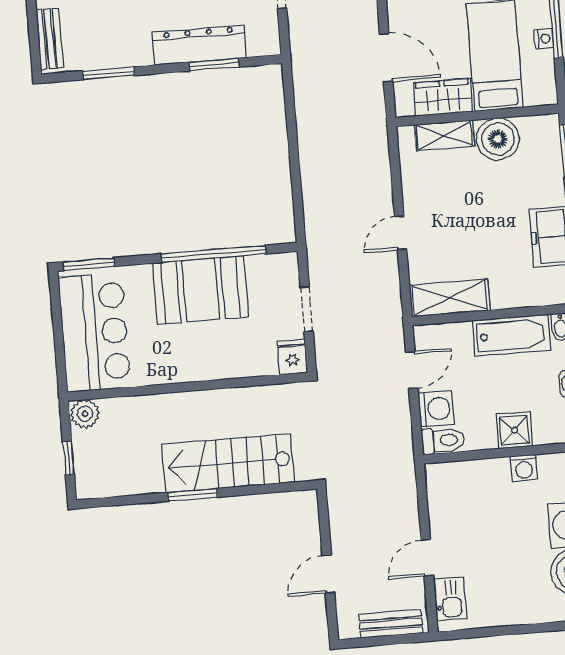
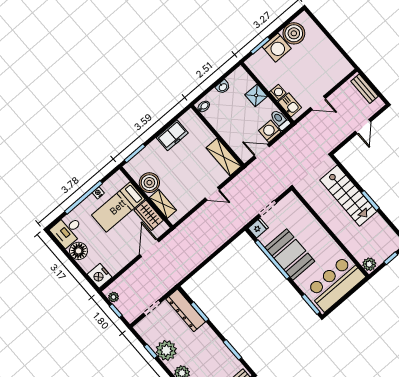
dresser: (199, 45) -> (186, 310), moved
bathtub: (511, 335) -> (221, 123), removed
fridge: (292, 357) -> (258, 228), moved, turned 180
washing machine: (524, 468) -> (278, 93), moved
door: (427, 558) -> (318, 103), moved
door: (328, 574) -> (363, 127), hinge flipped
kitchen sink: (450, 599) -> (290, 105), moved, turned 90

